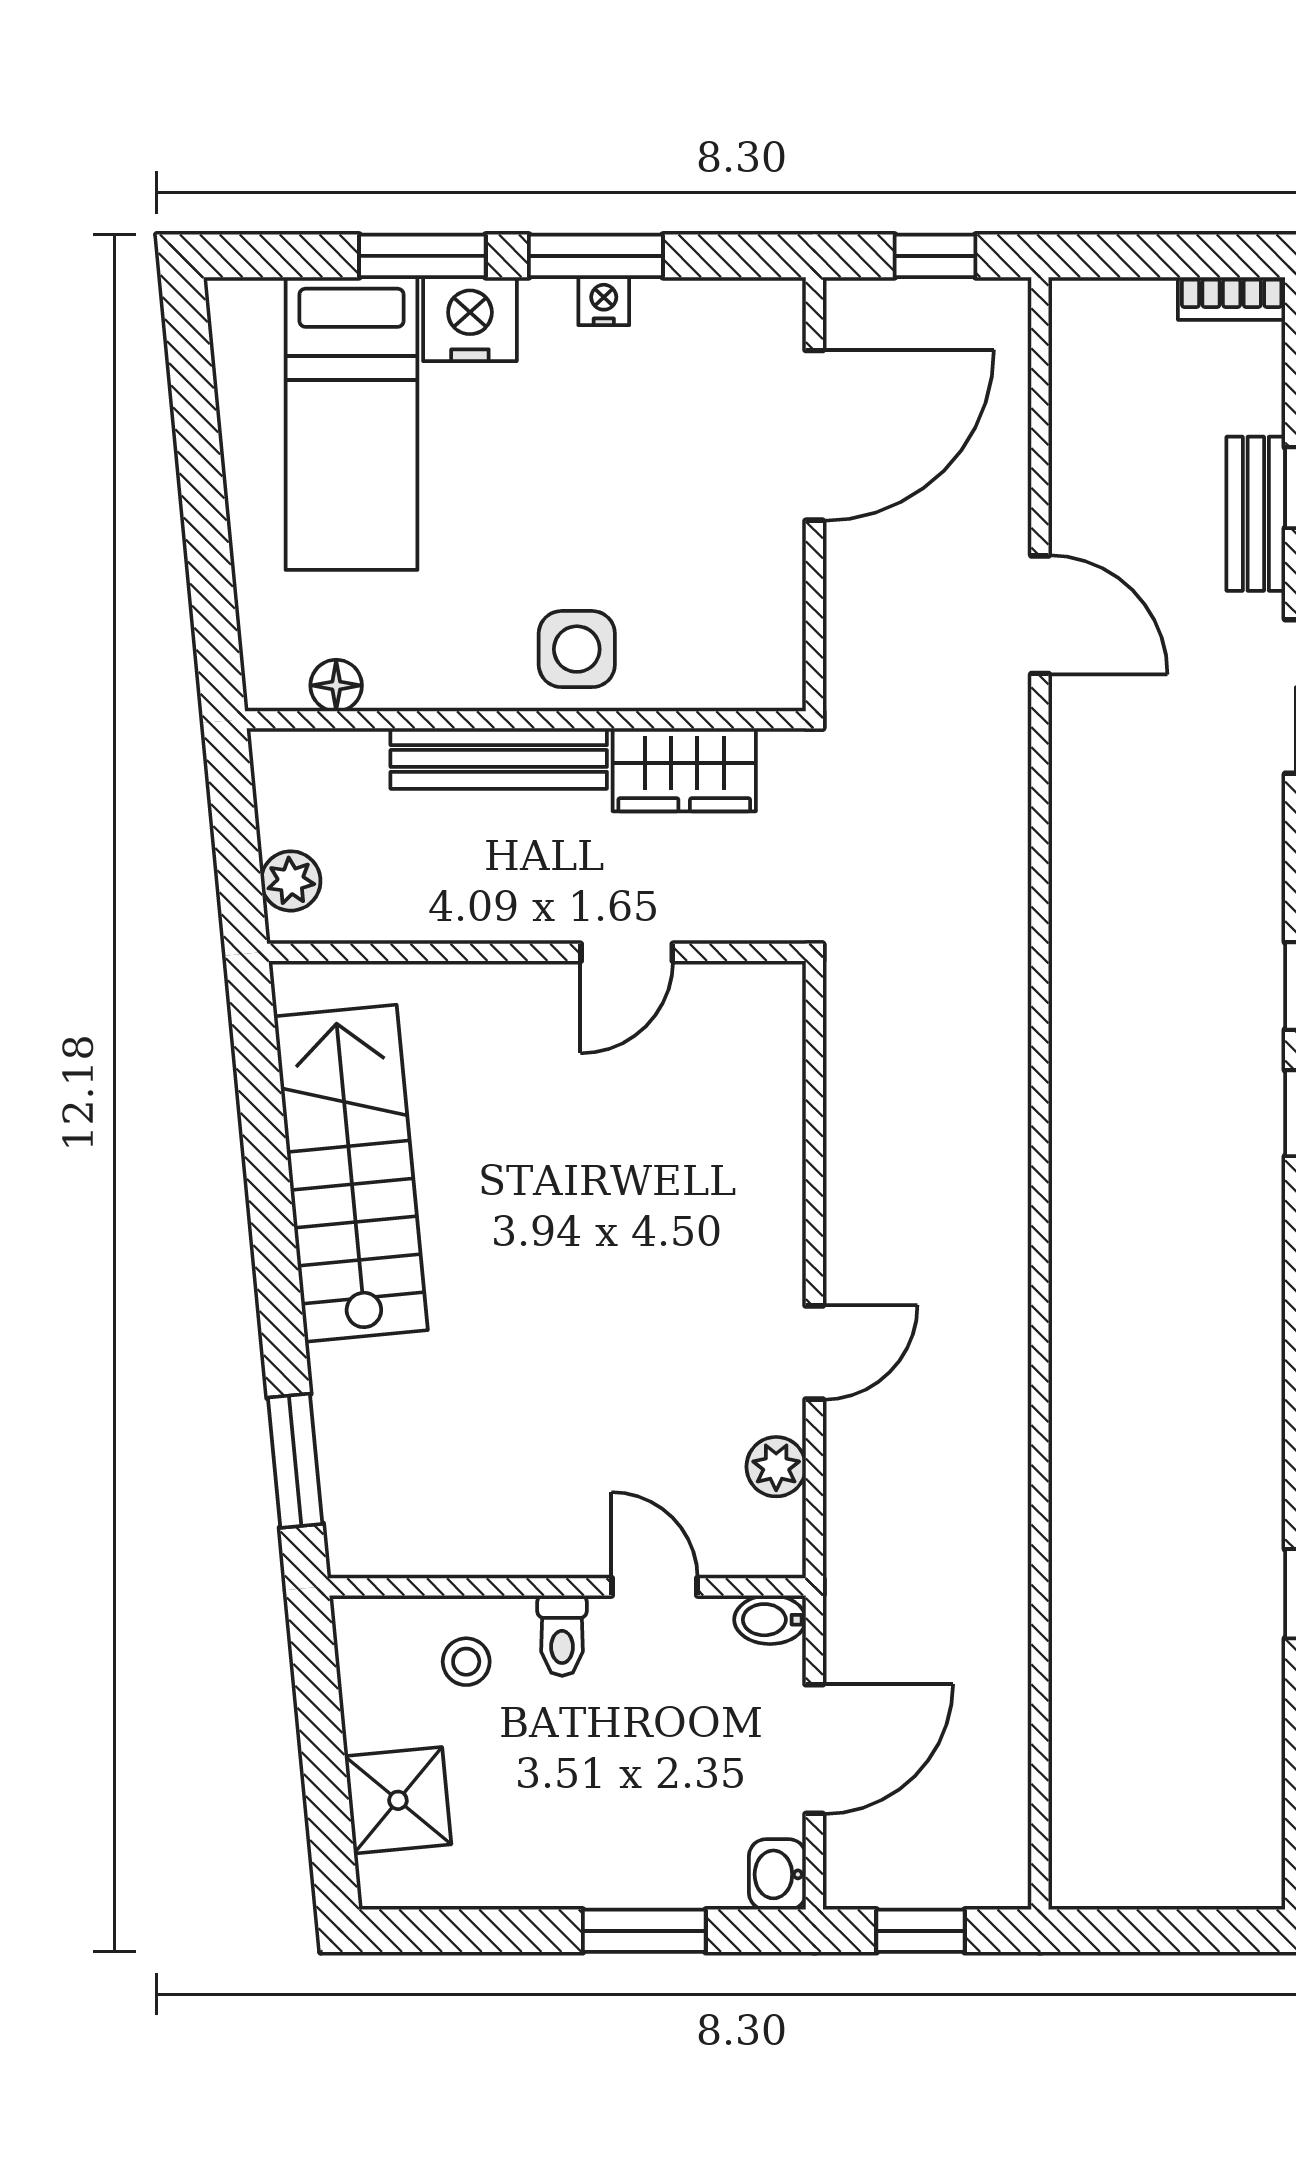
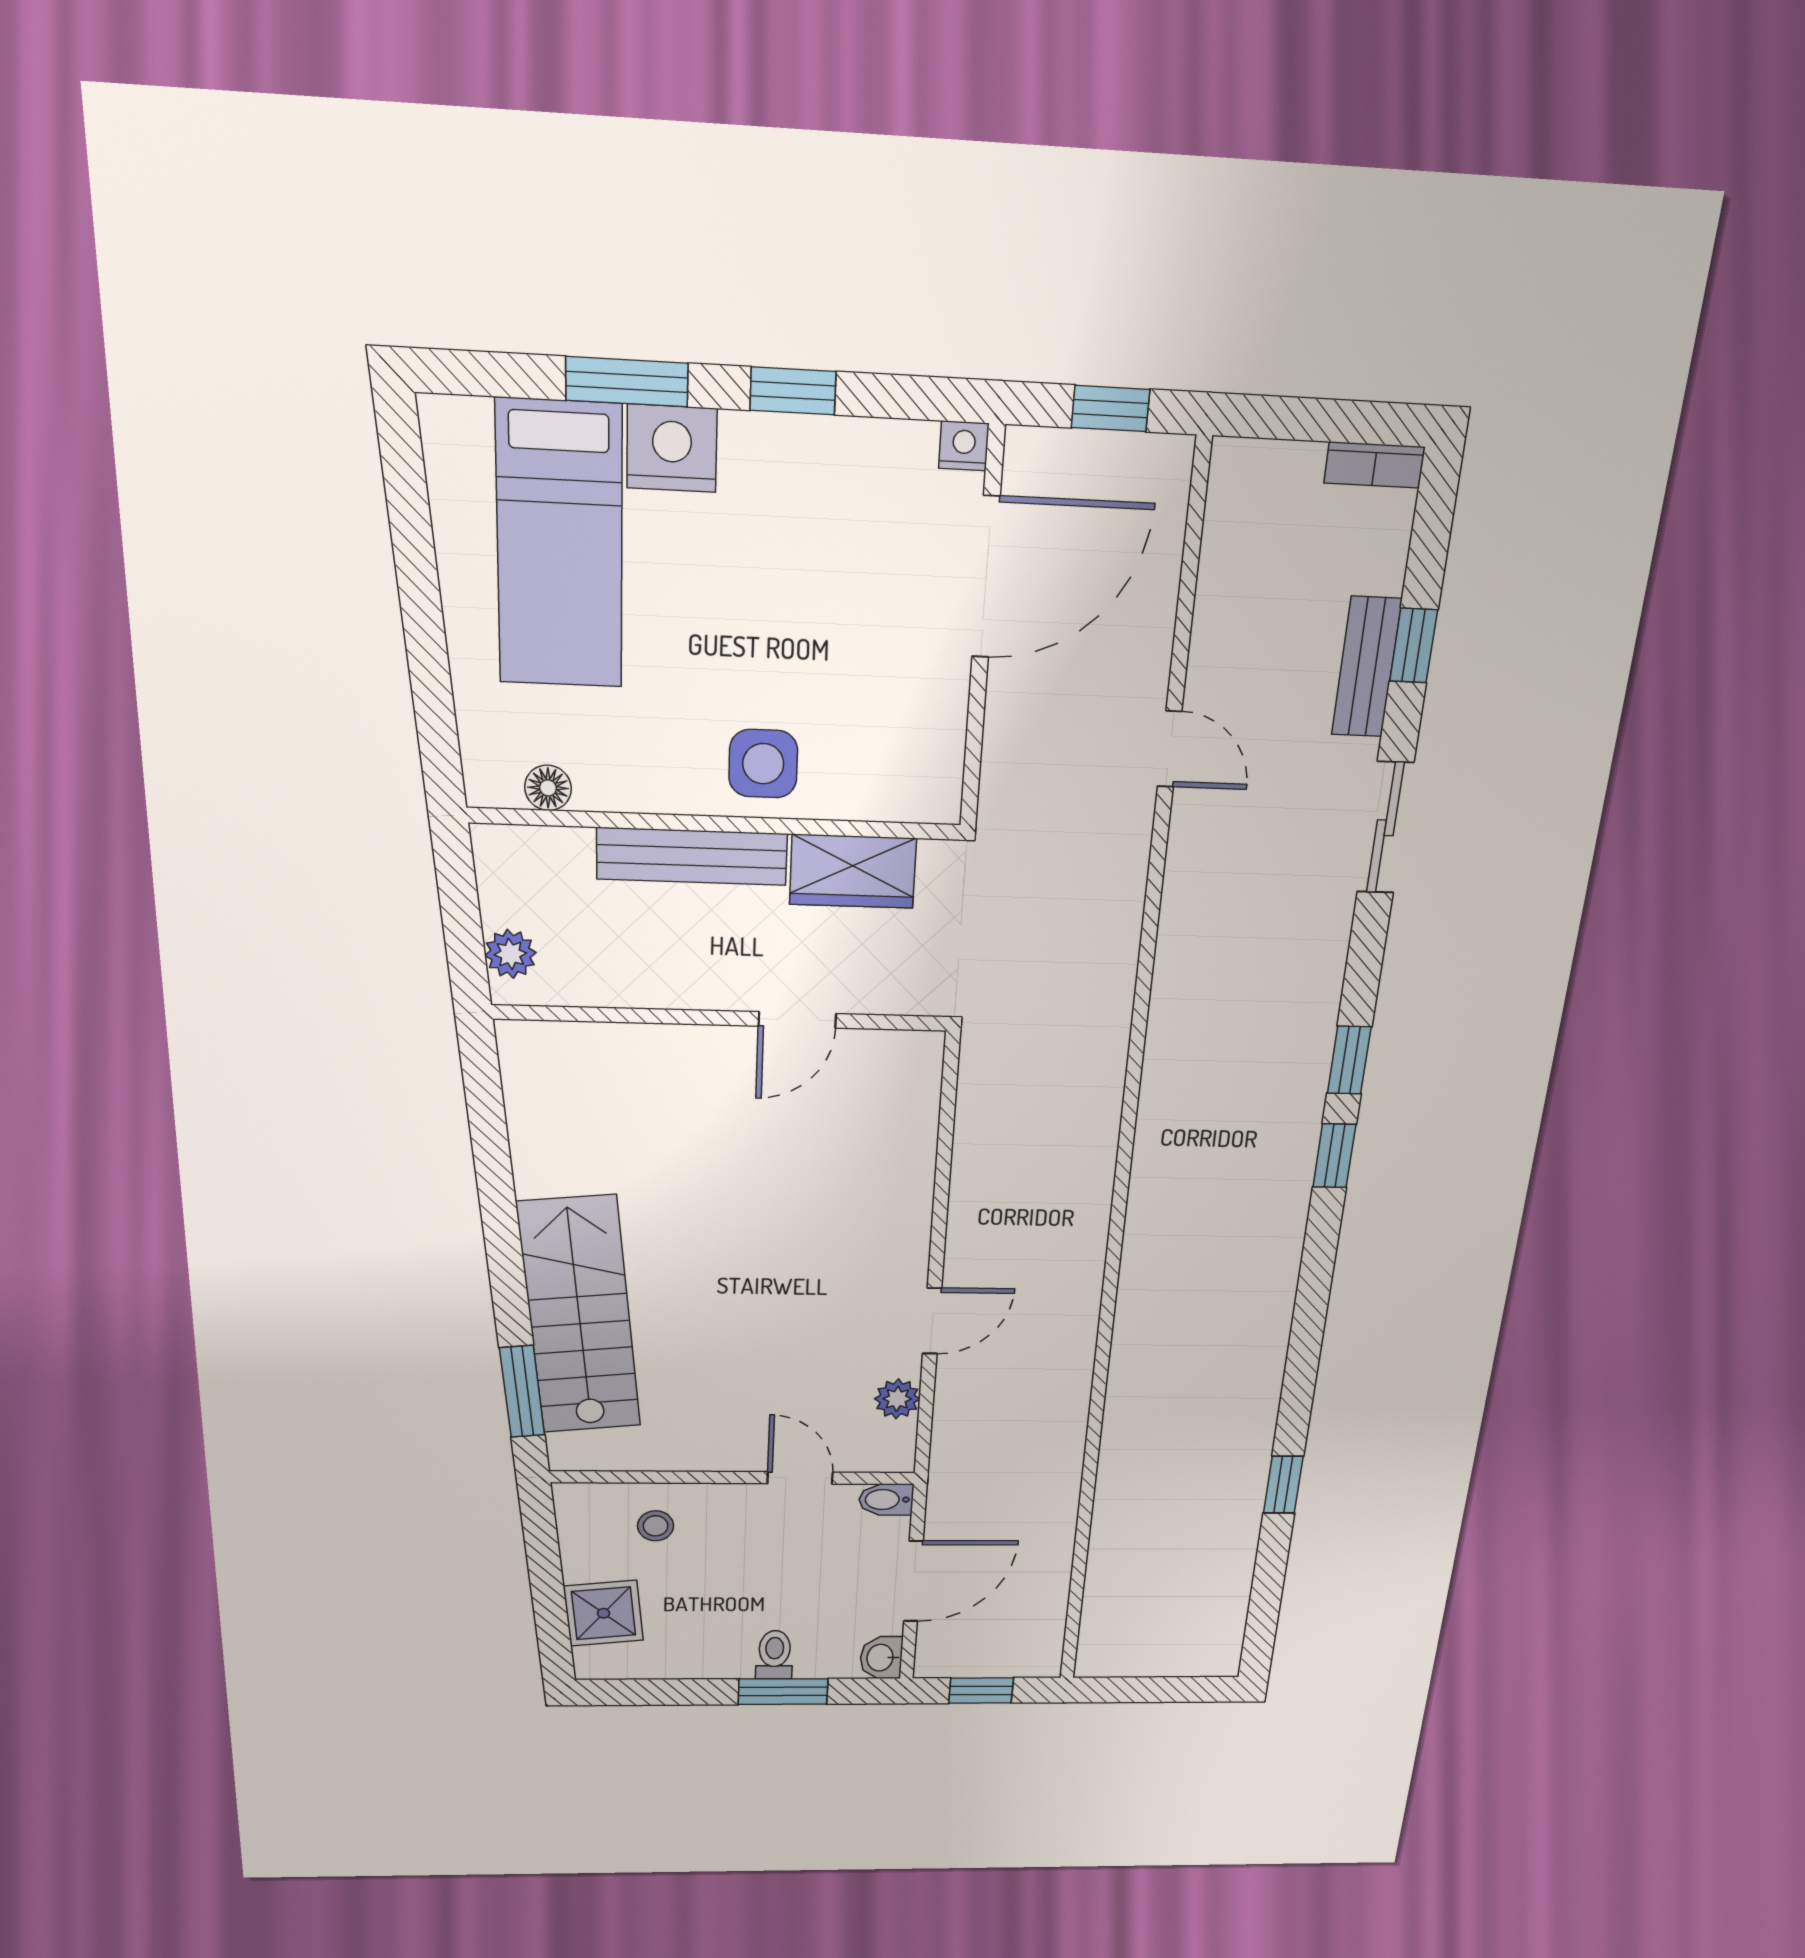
window: (596, 256) -> (793, 391), width x0.67
nightstand: (604, 301) -> (964, 446), moved
door: (1040, 615) -> (1170, 749), width x0.73
stairs: (351, 1173) -> (579, 1316), moved
toilet: (562, 1636) -> (774, 1655), moved, turned 180

